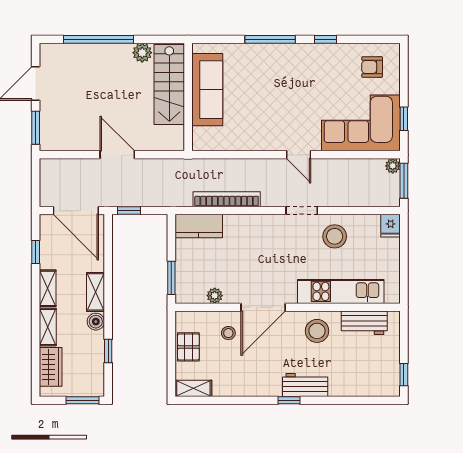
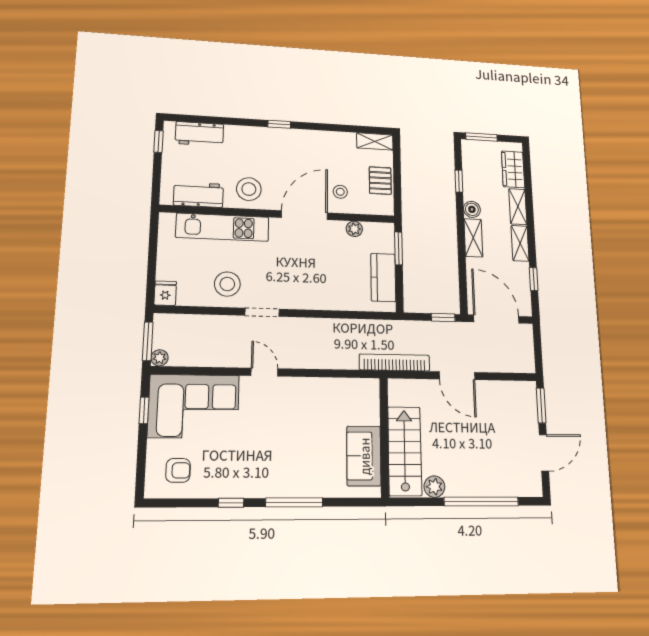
sofa: (207, 90) -> (364, 456), width x0.73
bookcase: (227, 199) -> (394, 363), moved, turned 180
kitchen counter: (199, 226) -> (383, 277), moved, turned -90
workbench: (305, 385) -> (199, 134), moved

